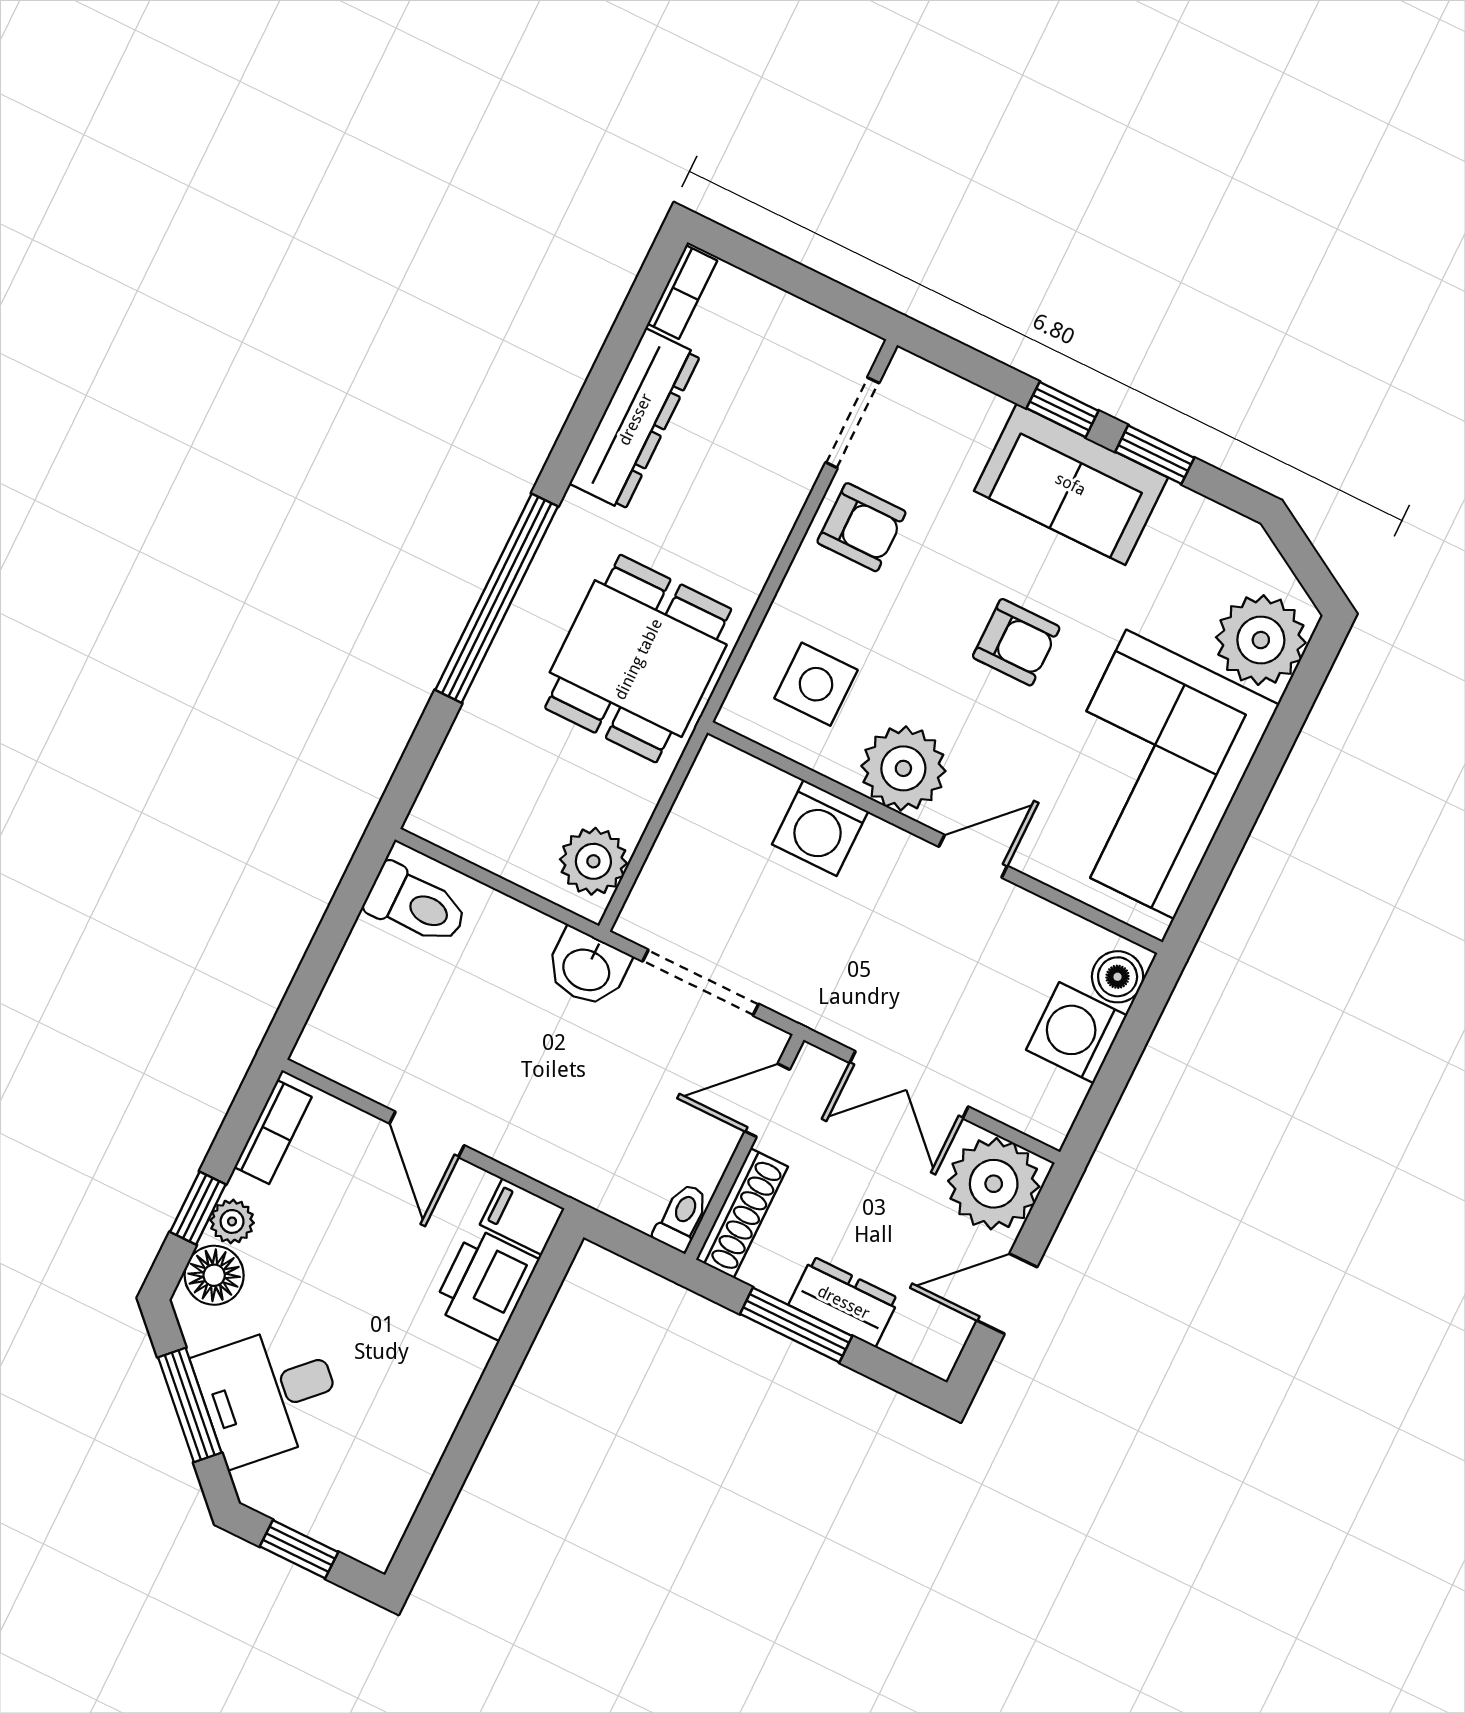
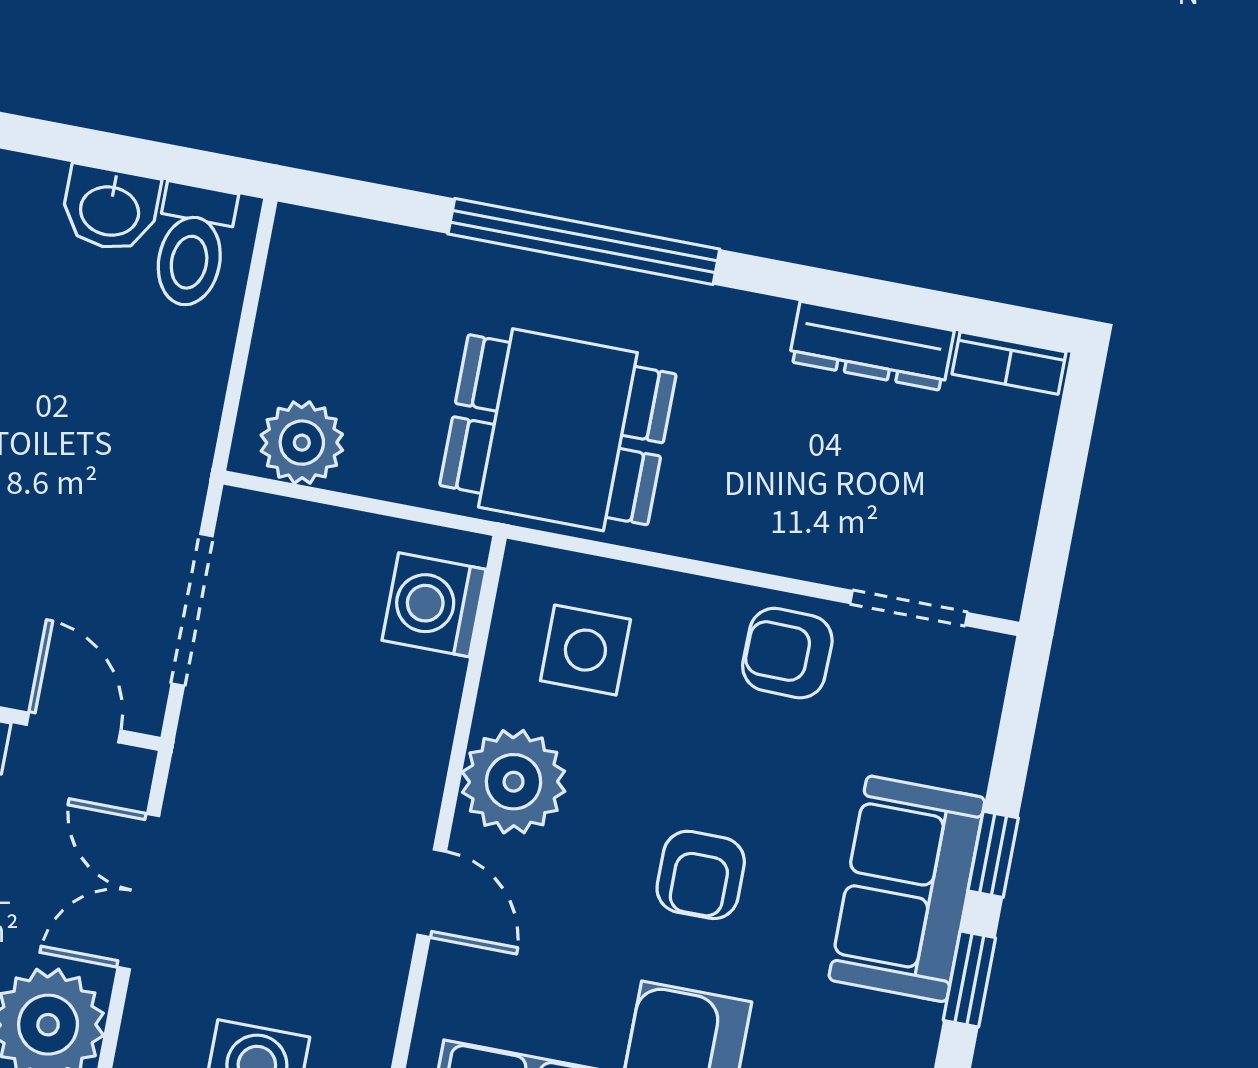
dresser: (635, 419) -> (872, 346), width x0.73, depth x0.80
armchair: (861, 527) -> (787, 653), turned 91
washing machine: (820, 828) -> (434, 605), moved
washbasin: (587, 968) -> (110, 209), moved, turned -90

